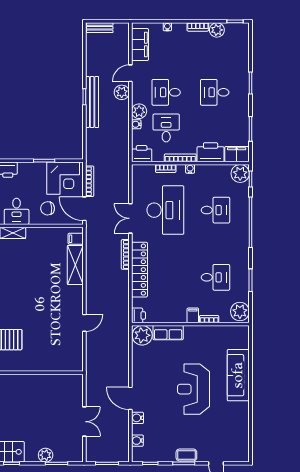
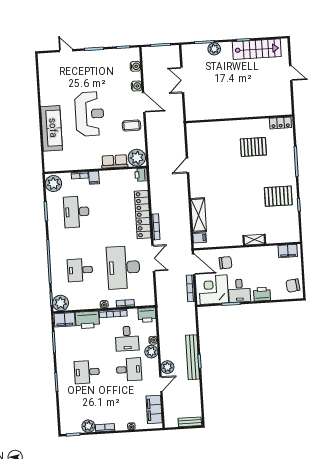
desk: (215, 92) -> (87, 372), turned 180
desk: (17, 211) -> (239, 291), moved, turned 180
desk: (215, 277) -> (76, 212), width x1.37
coffee table: (186, 455) -> (131, 126), moved

